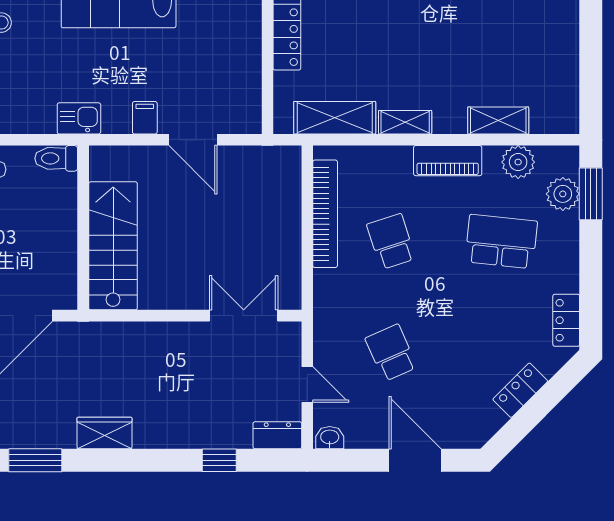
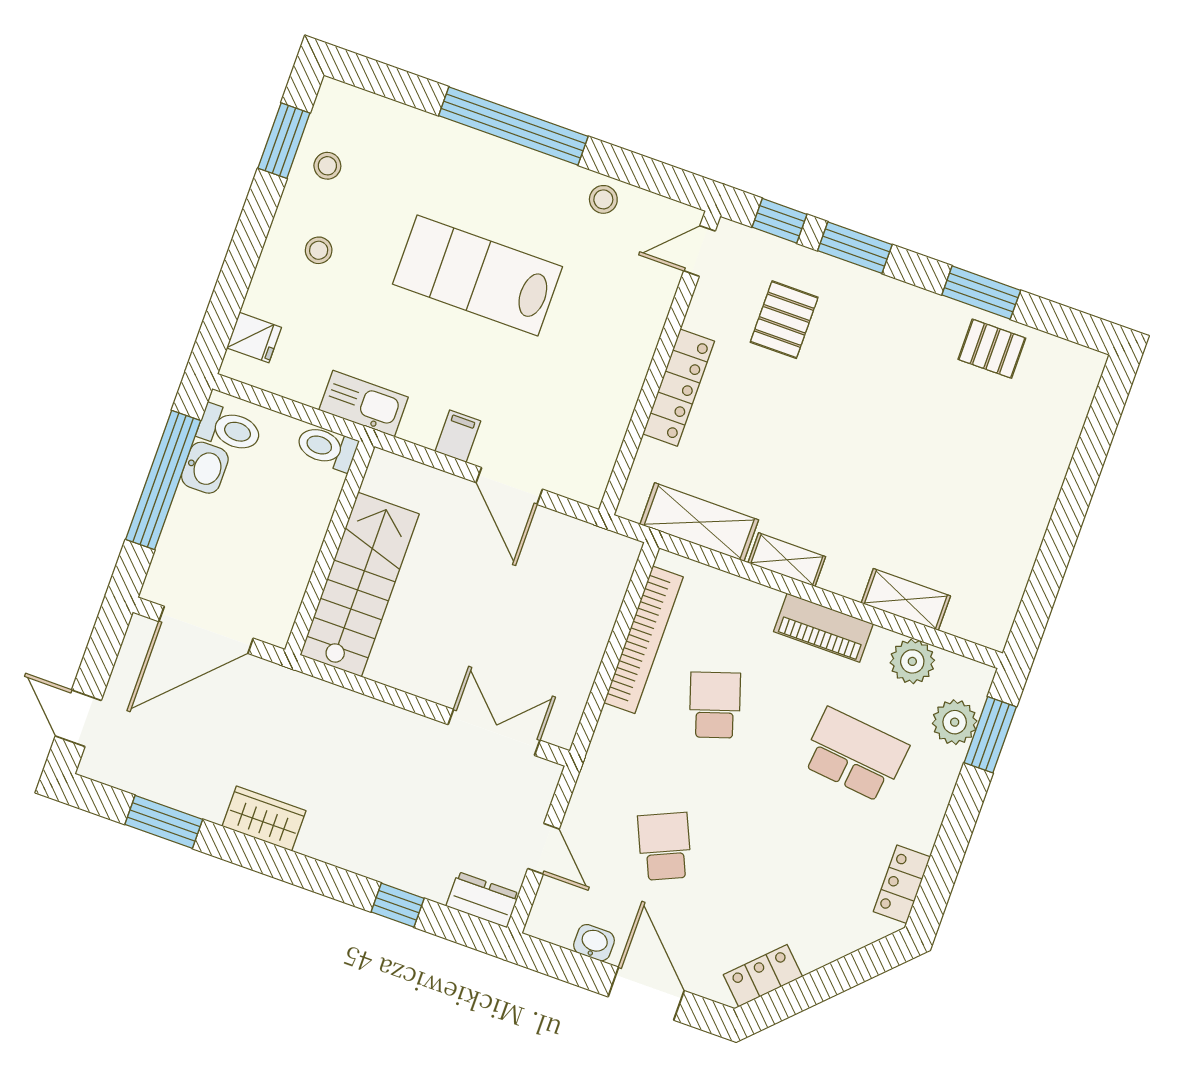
kitchen sink: (79, 118) -> (364, 404), width x1.38
locker: (520, 390) -> (763, 976), moved
washbasin: (330, 438) -> (594, 943), moved

